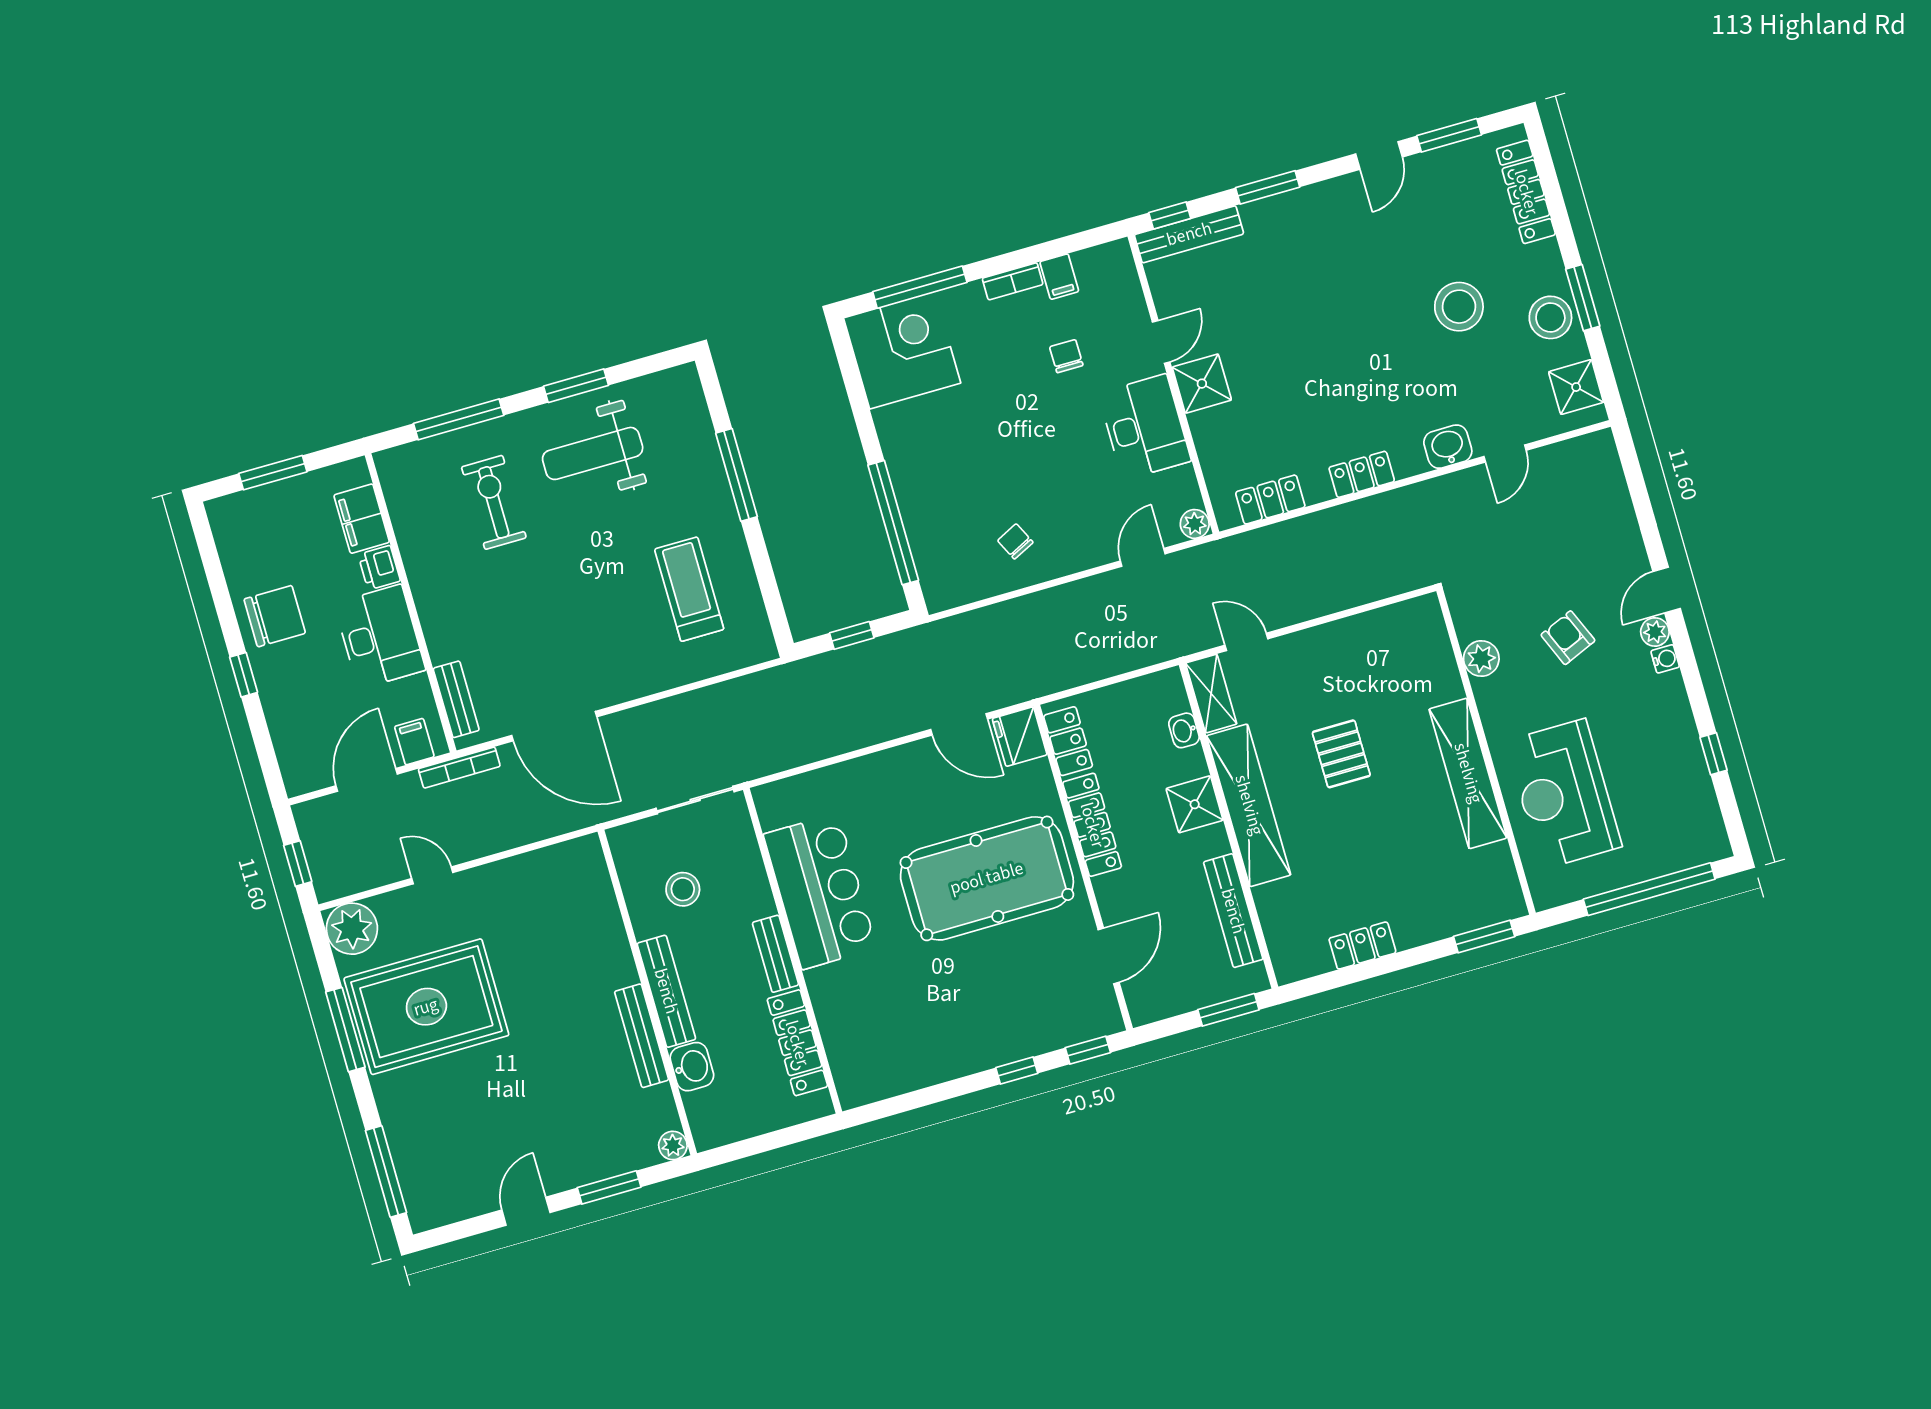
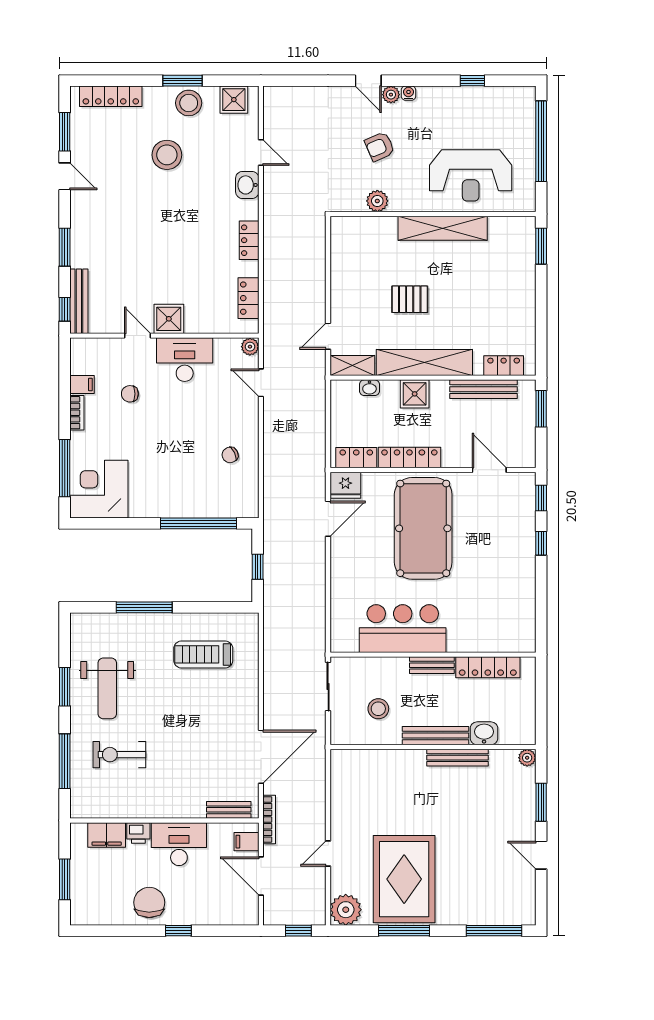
locker: (1362, 946) -> (504, 366), moved, turned 90

